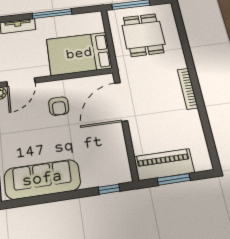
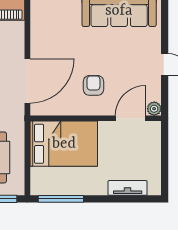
window: (52, 14) -> (61, 199), moved

